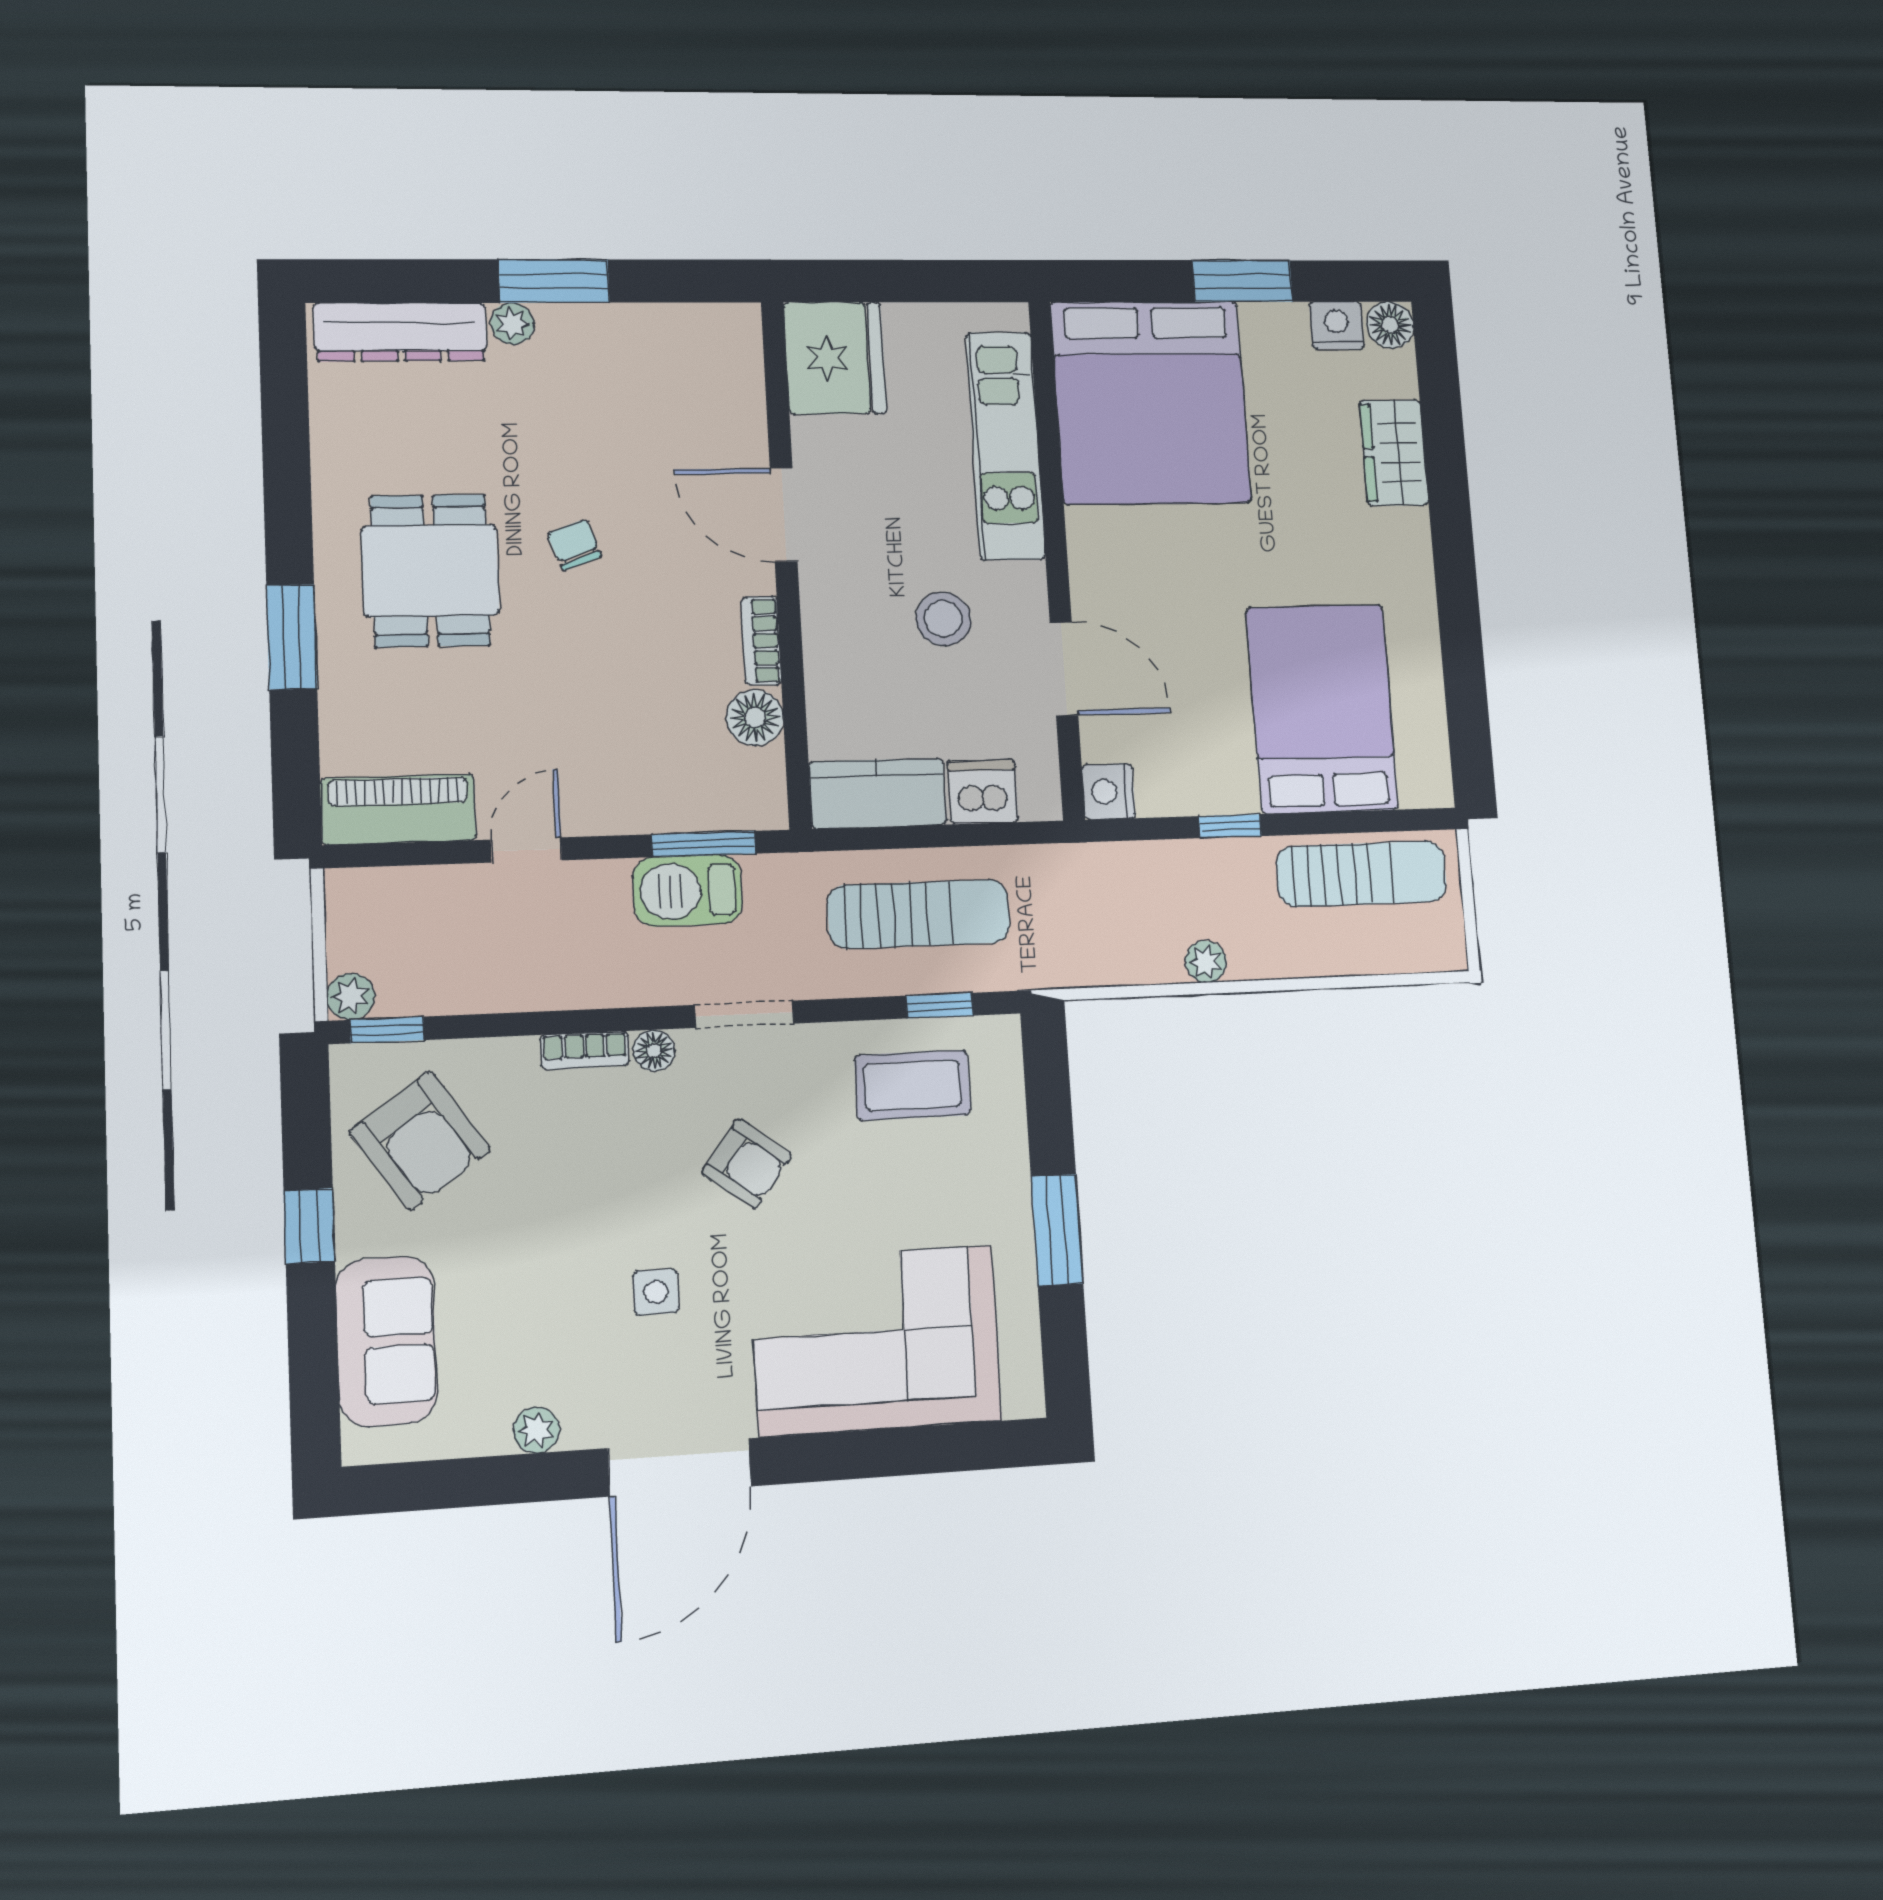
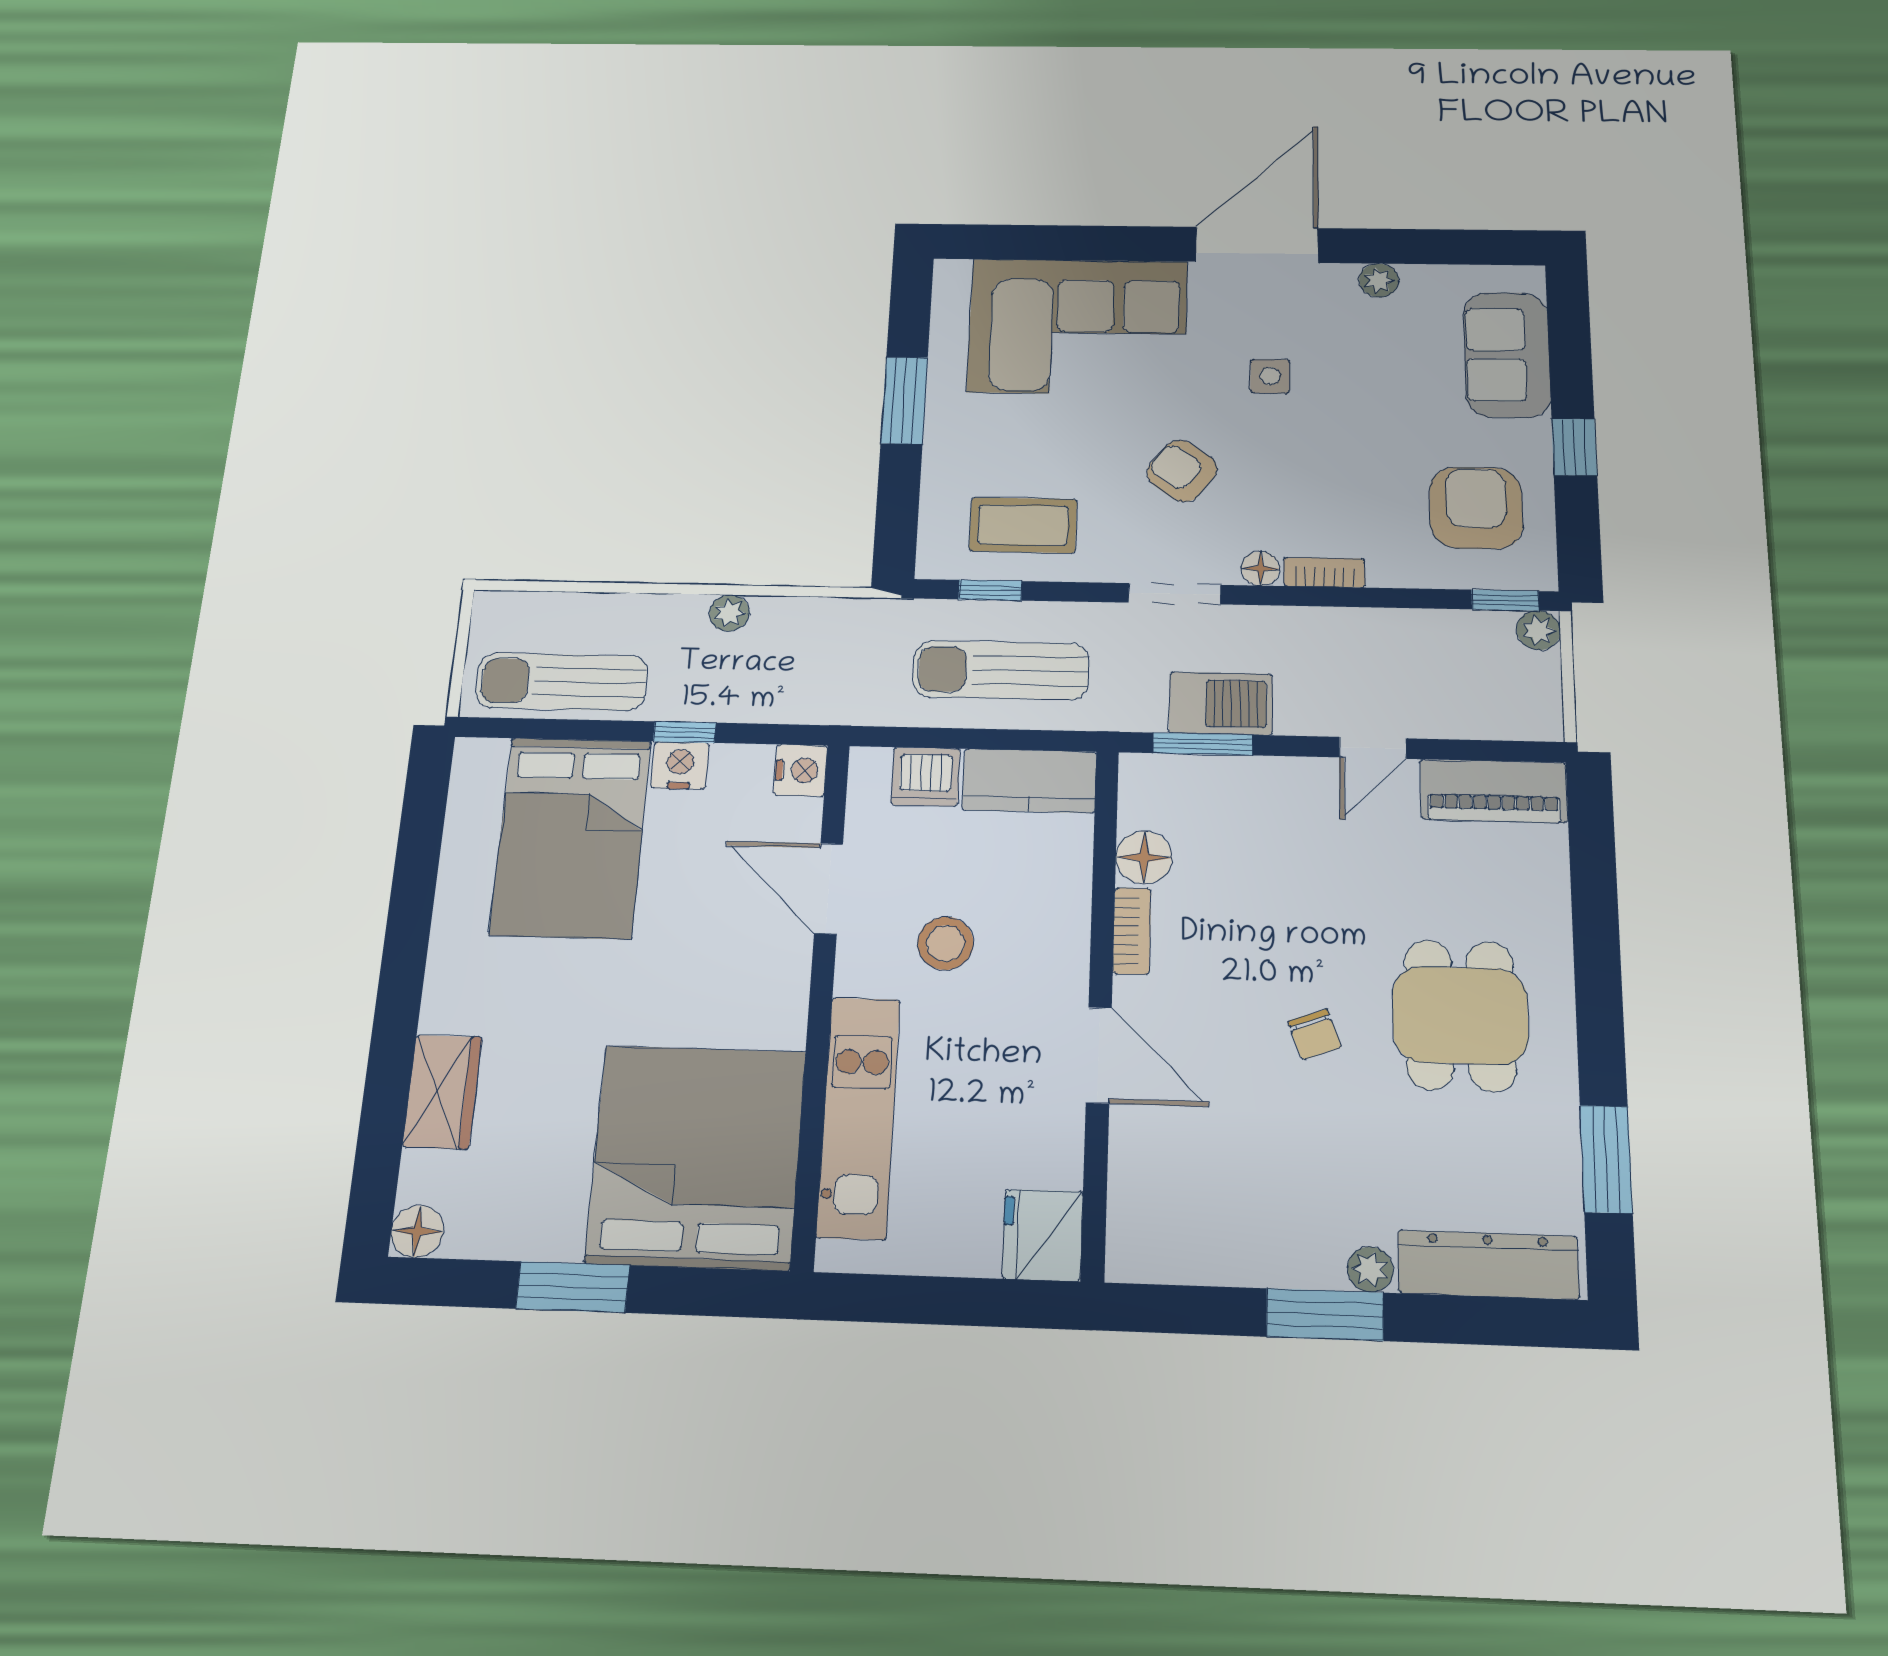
nightstand: (1337, 325) -> (680, 765), moved, turned 180
fridge: (835, 358) -> (1043, 1235), width x0.73, depth x0.75
window: (292, 637) -> (1606, 1159), moved
armchair: (420, 1141) -> (1476, 508), turned 35

